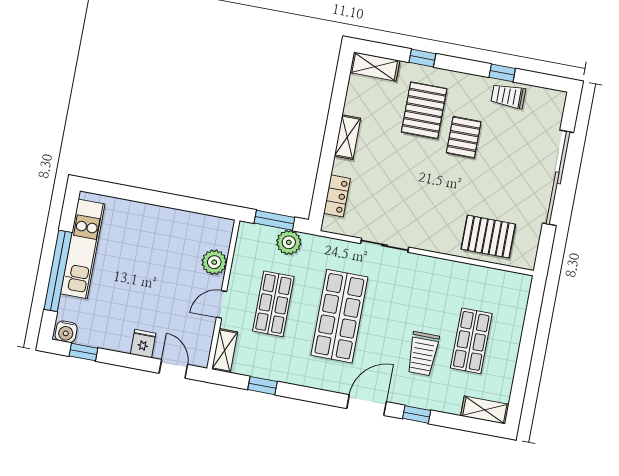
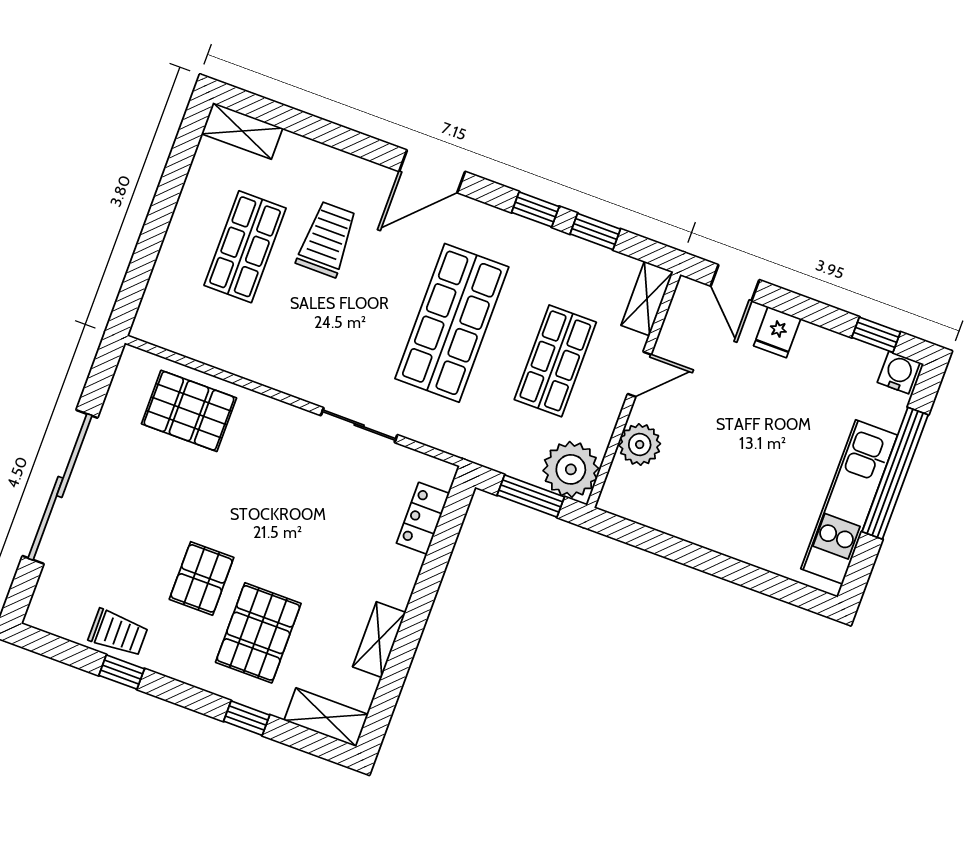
shelving: (347, 137) -> (379, 640), moved
plant: (289, 242) -> (571, 469), moved, width x1.36, depth x1.36
window: (417, 414) -> (535, 209), moved

